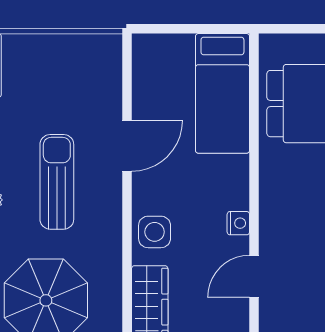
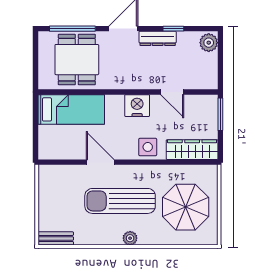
sun lounger: (57, 182) -> (120, 201), width x1.36, depth x1.34
nightstand: (238, 223) -> (137, 106), width x1.89, depth x1.79

